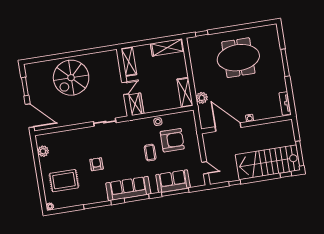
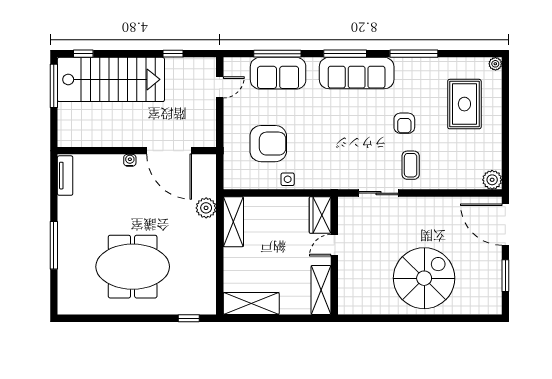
armchair: (172, 140) -> (268, 144), turned 180
plant: (43, 151) -> (492, 180), moved
coffee table: (150, 153) -> (411, 165), moved
door: (205, 168) -> (220, 87), swing flipped
rug: (64, 181) -> (464, 104), turned 90

